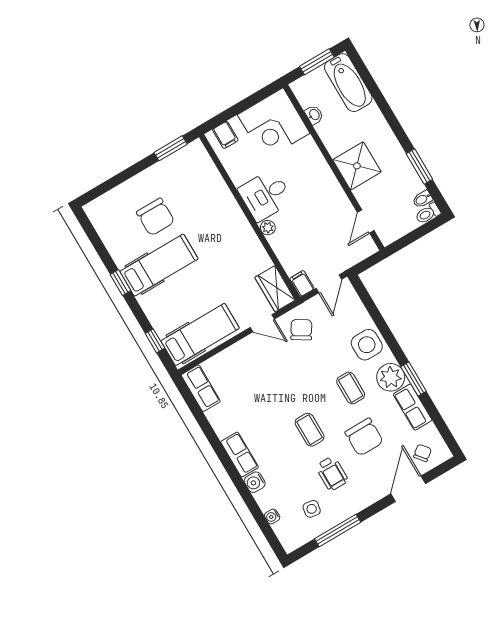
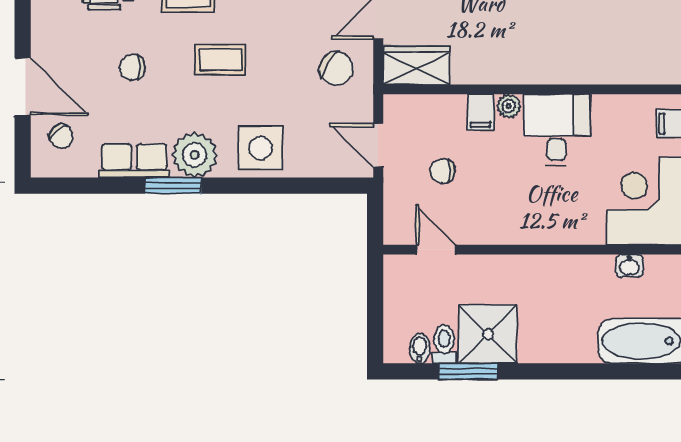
shower: (357, 166) -> (488, 334), moved
toilet: (428, 213) -> (444, 344), moved
chair: (322, 242) -> (443, 171), added
filing cabinet: (302, 284) -> (481, 112), moved, turned 90
coffee table: (351, 388) -> (220, 60), moved
chair: (364, 437) -> (132, 67), width x0.54, depth x0.54

